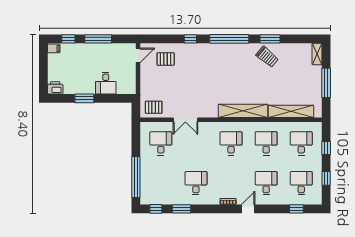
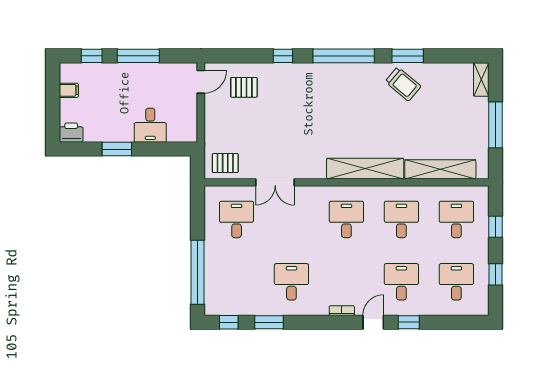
filing cabinet: (54, 48) -> (69, 90), moved
window: (296, 209) -> (409, 322), moved

